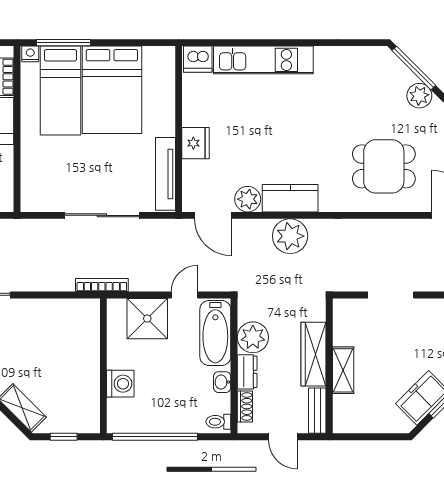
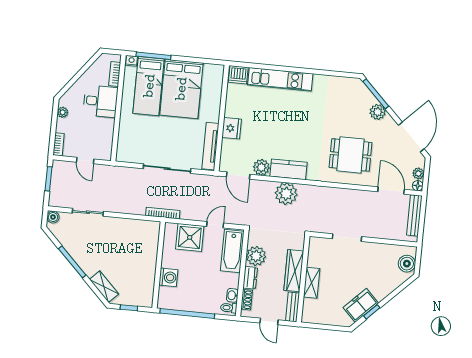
washbasin: (222, 382) -> (232, 295), moved

